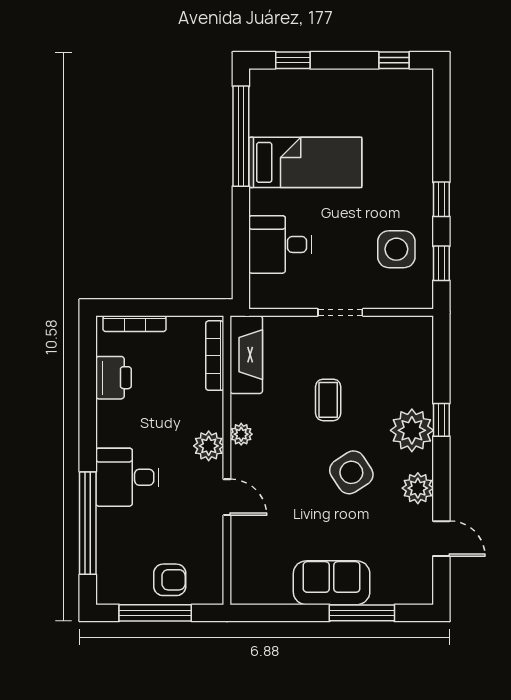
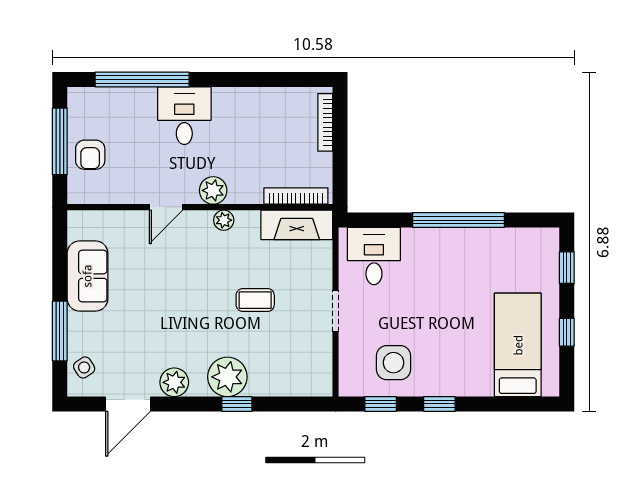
window: (394, 60) -> (567, 332), moved
window: (241, 136) -> (458, 220), moved
bed: (305, 162) -> (518, 345), moved, turned 180
desk: (280, 244) -> (374, 256), moved
printer: (113, 378) -> (276, 103), removed
side table: (351, 472) -> (84, 367), moved, width x0.54, depth x0.54
door: (441, 539) -> (128, 404), width x1.38
sofa: (332, 583) -> (87, 276), moved

